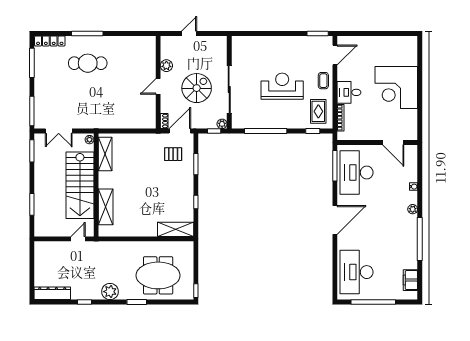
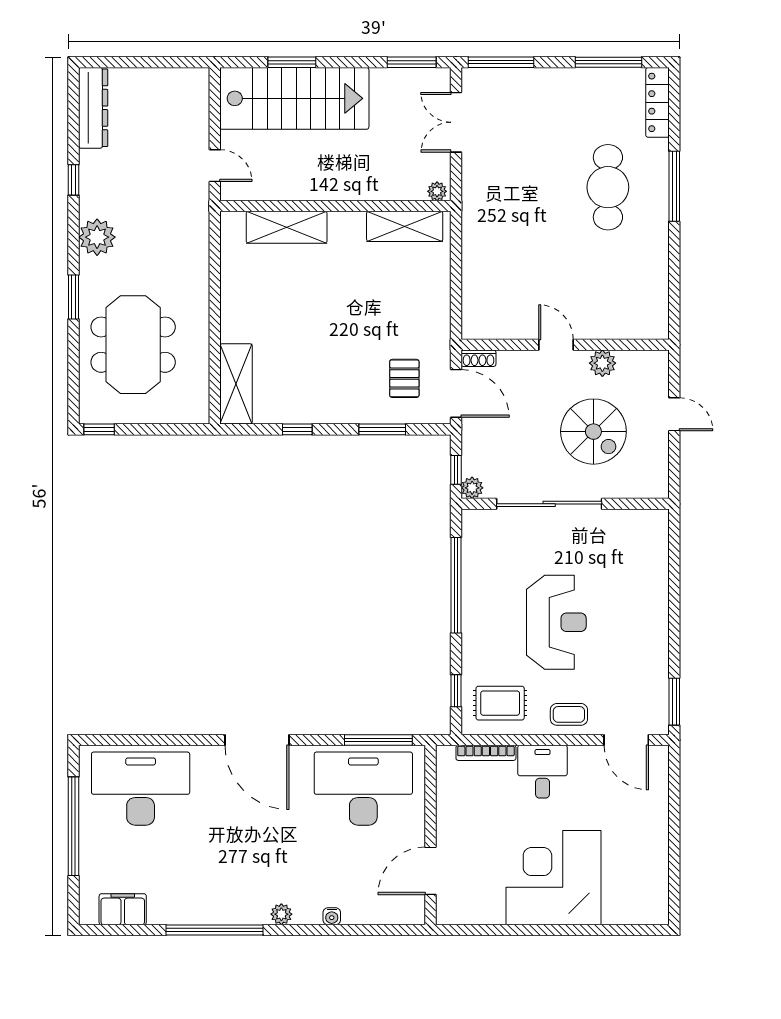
spiral stairs: (197, 88) -> (593, 432), moved
stairs: (80, 185) -> (294, 98), moved, turned 180

